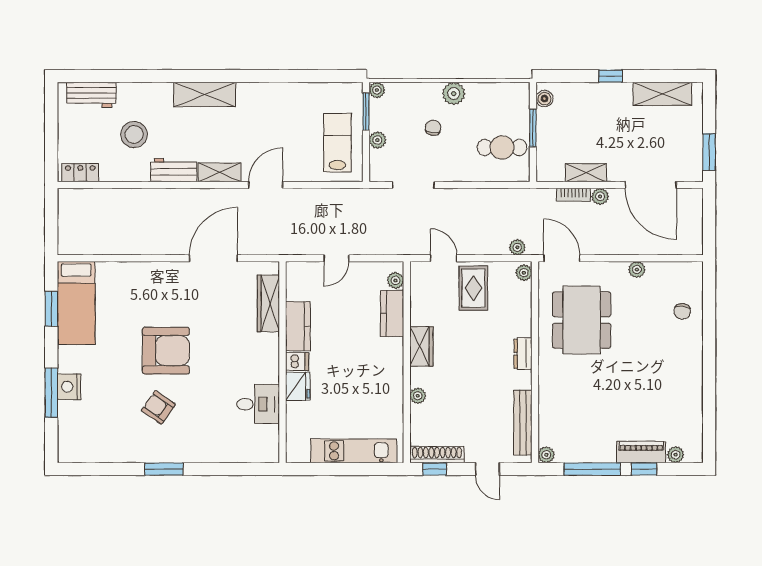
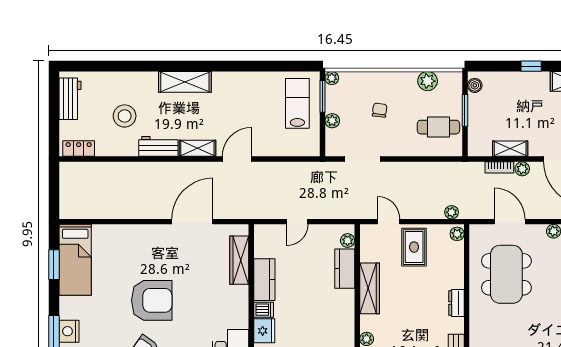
plant: (454, 94) -> (428, 81), moved
workbench: (91, 95) -> (70, 99), moved, turned -90
lab bench: (337, 143) -> (297, 103), moved
door: (562, 258) -> (510, 222), moved
wardrobe: (421, 346) -> (370, 288), width x1.50

